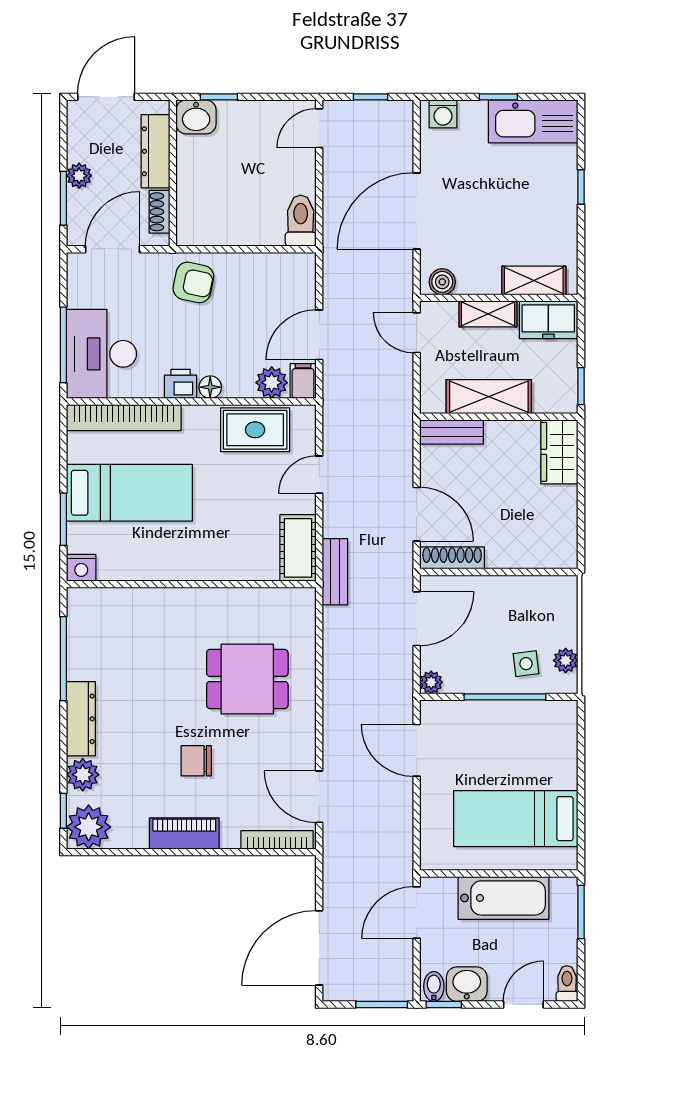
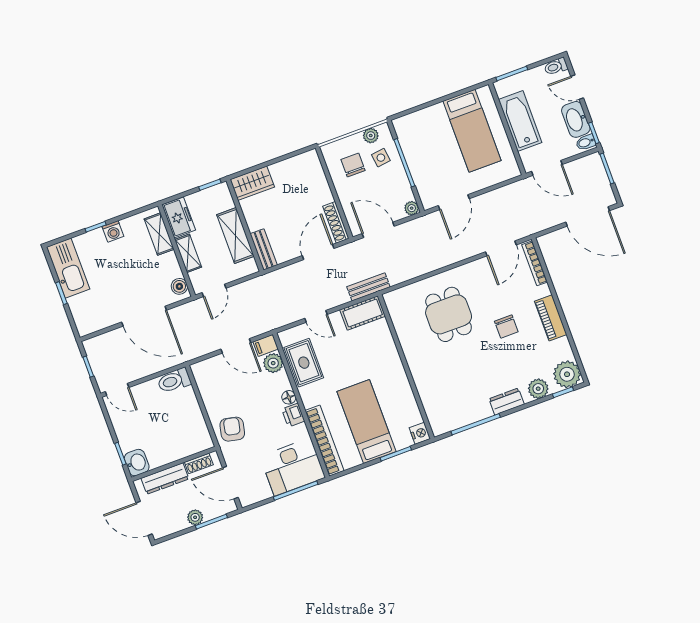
washing machine: (443, 114) -> (113, 231), moved, turned 90
chair: (530, 617) -> (353, 165), added
dresser: (81, 719) -> (507, 402), width x0.70
washbasin: (467, 984) -> (576, 119), width x1.38

